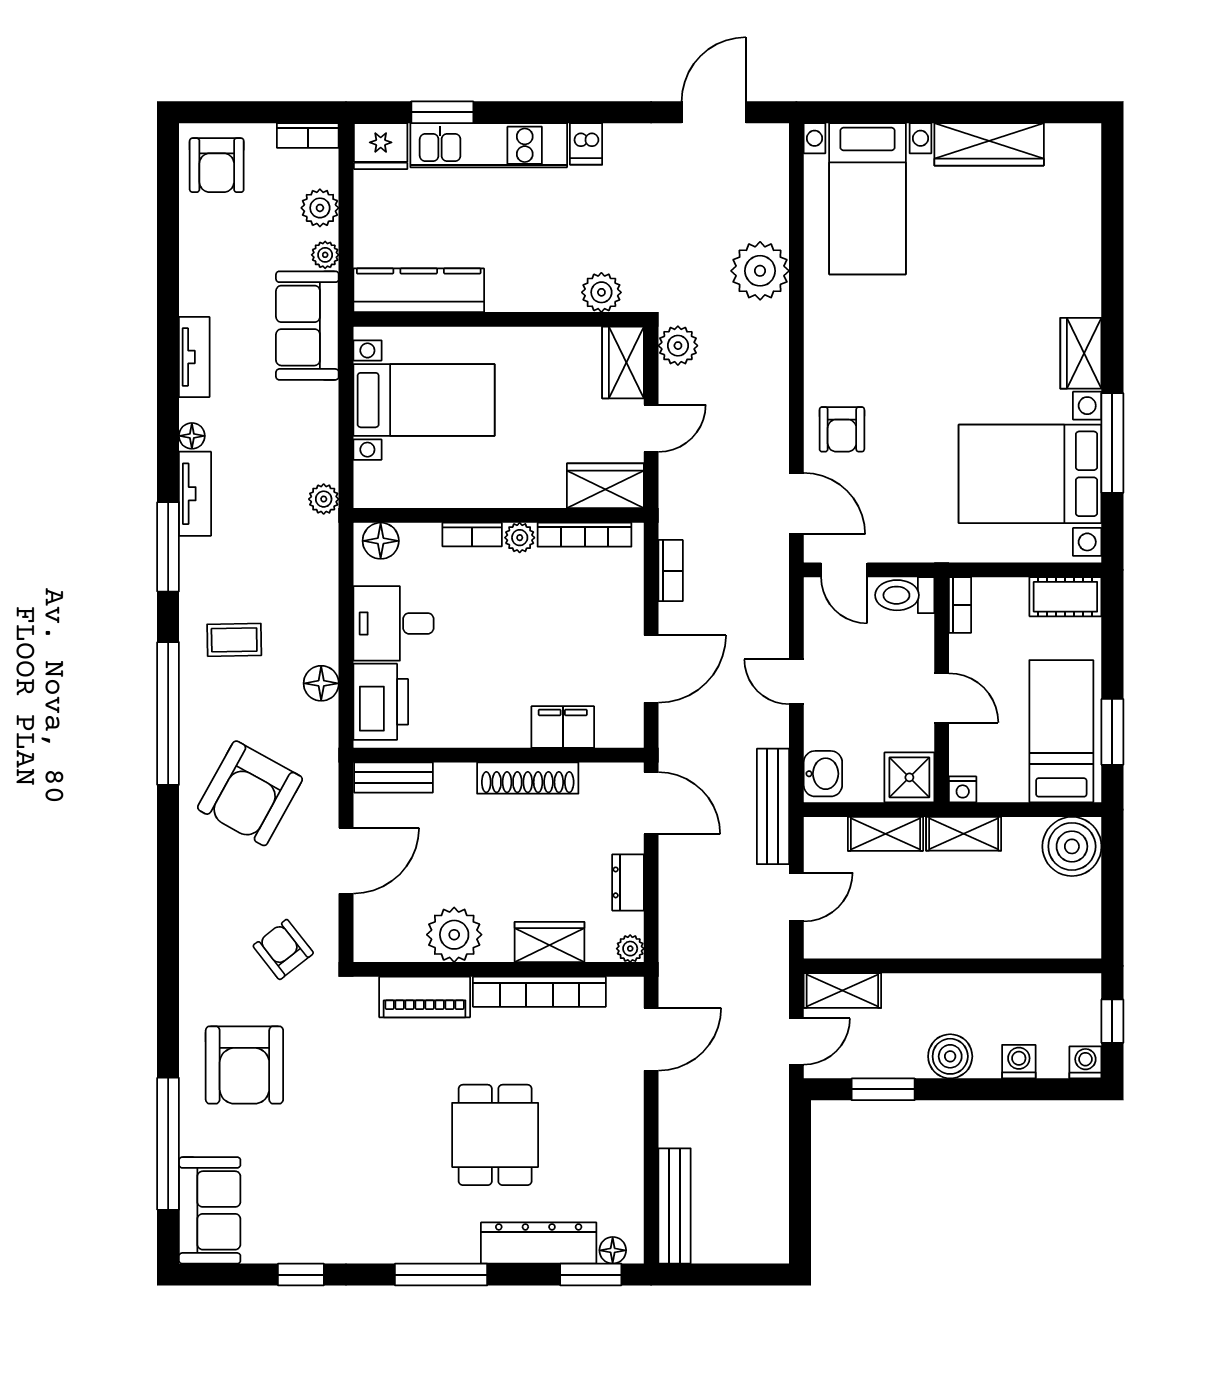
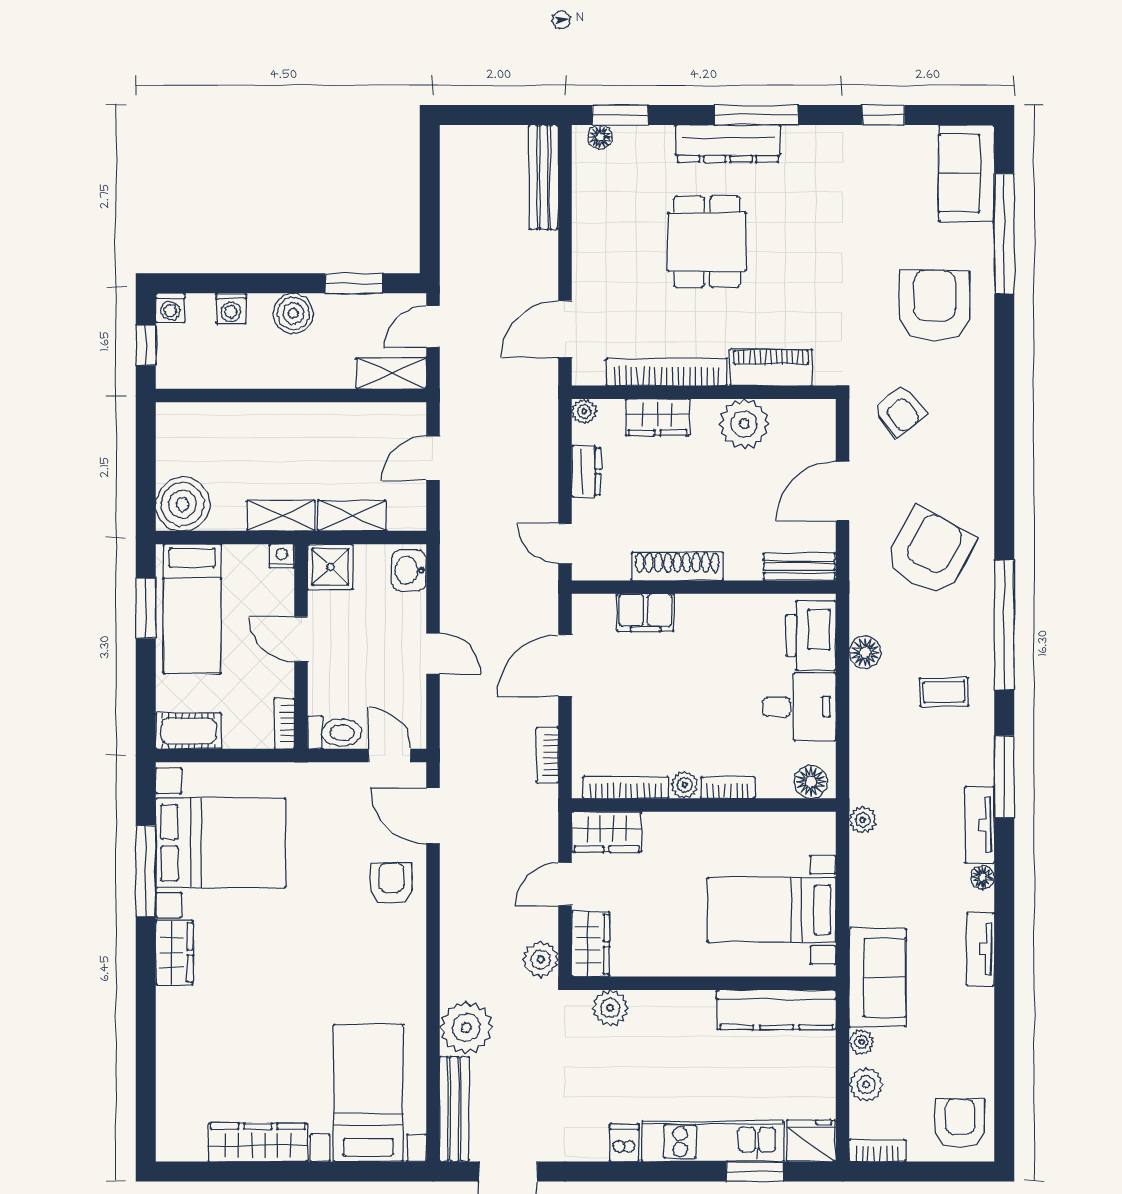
door: (651, 803) -> (565, 543), width x0.73
bench: (773, 806) -> (454, 1109), moved
dresser: (539, 1243) -> (728, 144), moved

